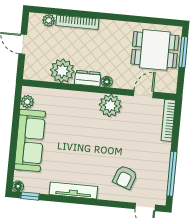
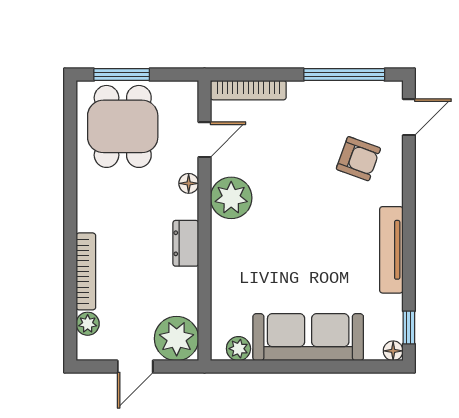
plant: (62, 71) -> (177, 339), moved
floor lamp: (107, 82) -> (189, 183), moved
door: (143, 94) -> (205, 140), swing flipped

